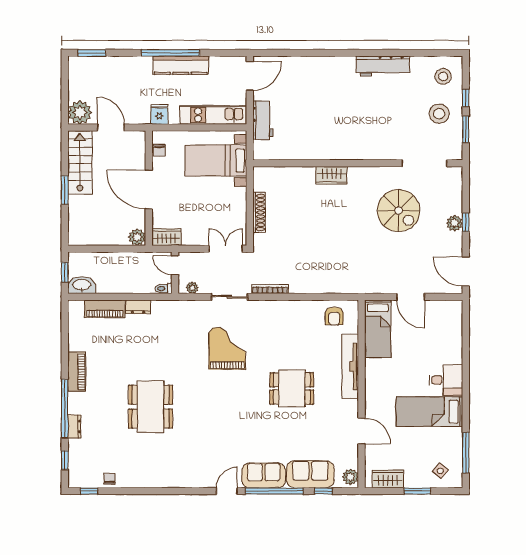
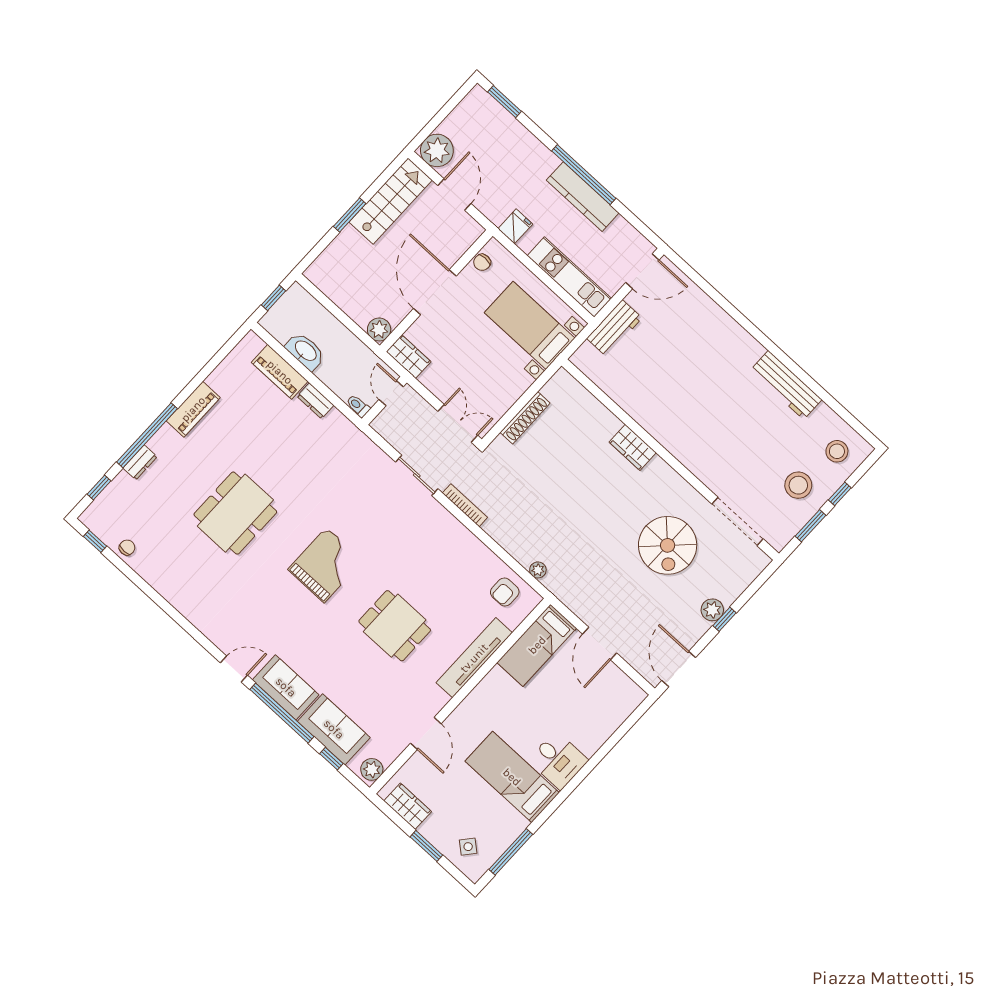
washbasin: (82, 285) -> (305, 351), moved
plant: (192, 288) -> (538, 570), moved
grand piano: (227, 348) -> (325, 565), moved

